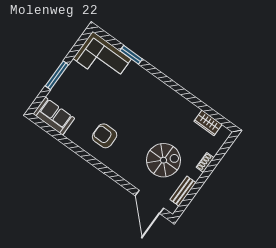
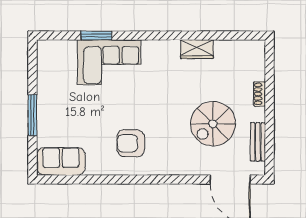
corner sofa: (102, 59) -> (109, 62), moved
wardrobe: (208, 123) -> (197, 49), moved
spiral stairs: (163, 160) -> (213, 124), turned 180

